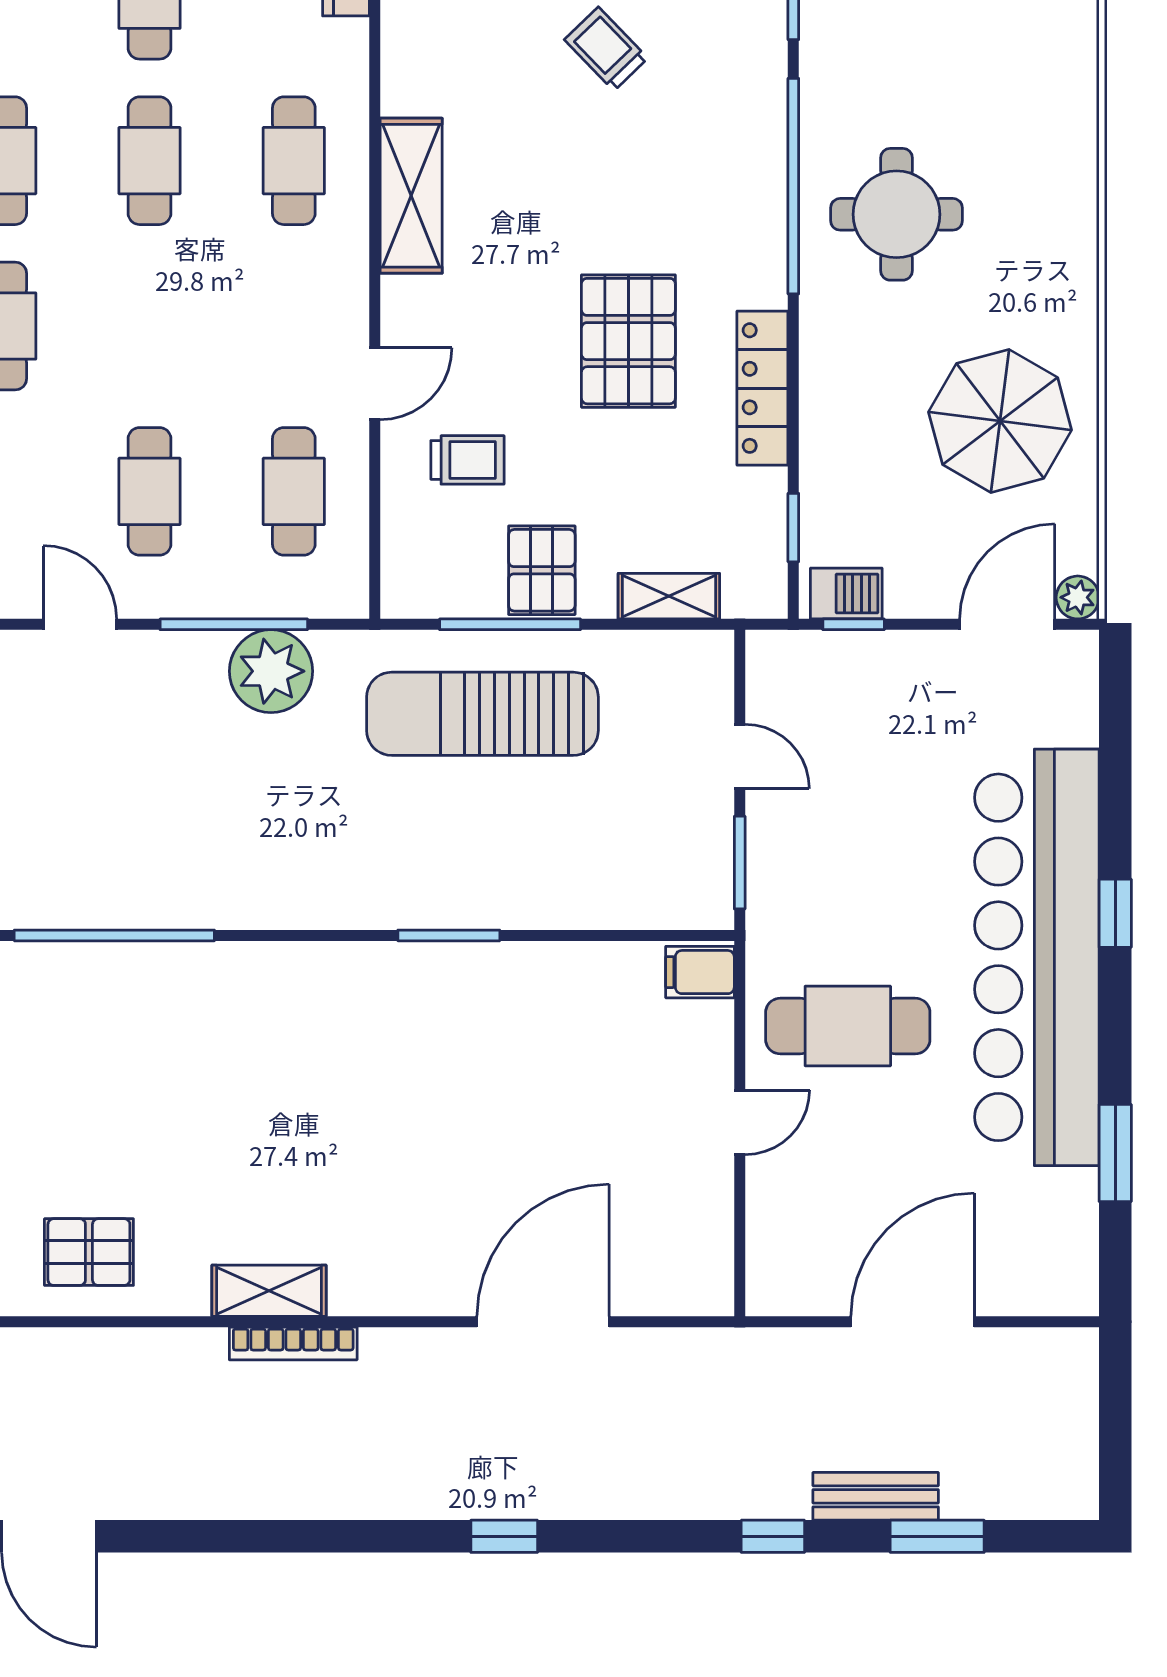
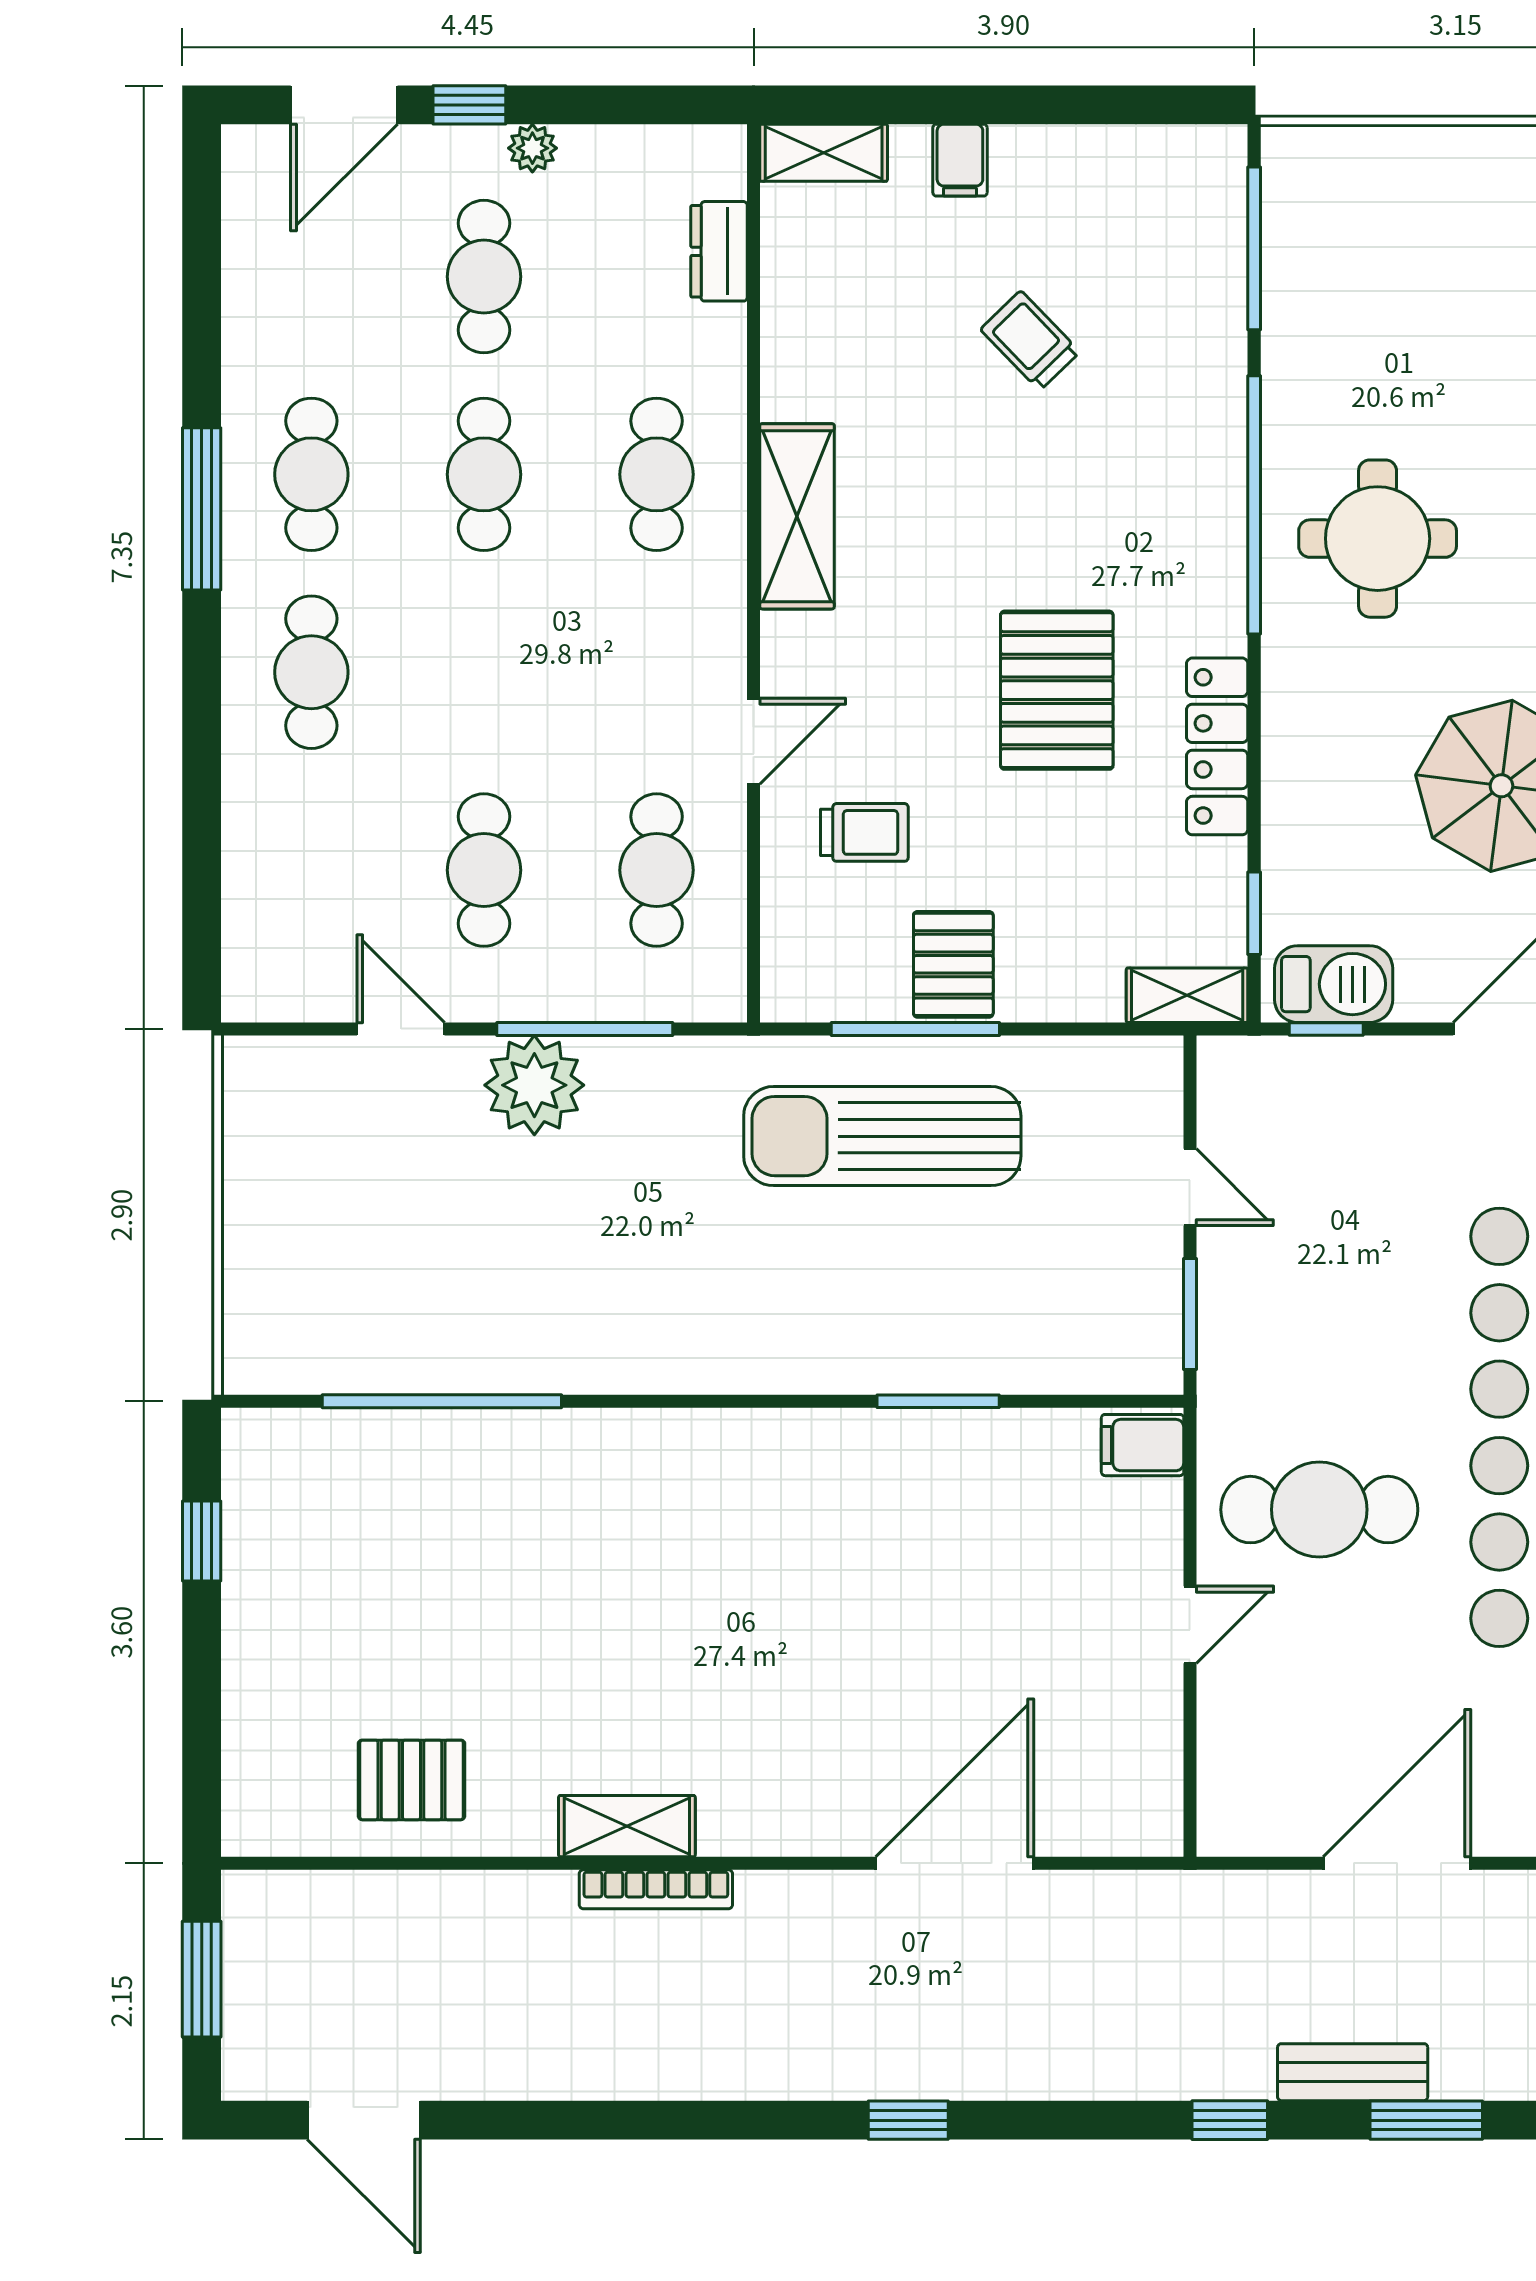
barbecue: (846, 593) -> (1334, 984), width x1.38, depth x1.27
shelving: (669, 596) -> (1187, 995), moved
plant: (271, 671) -> (534, 1085), moved
window: (449, 935) -> (938, 1401), moved

